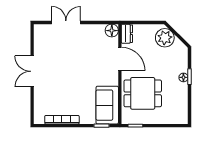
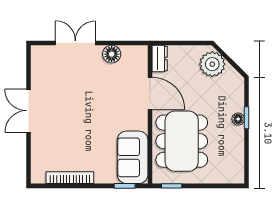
floor lamp: (112, 31) -> (112, 54), moved
dining table: (143, 93) -> (182, 141), width x1.37

